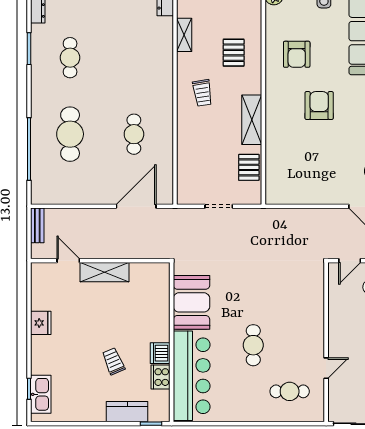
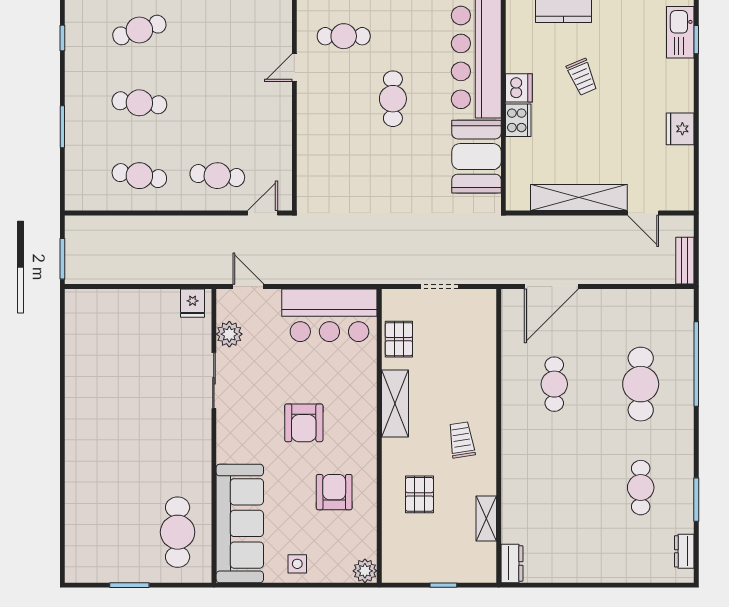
bar counter: (300, 185) -> (329, 315), added
shelving: (104, 272) -> (579, 198), width x1.47
cooker: (161, 377) -> (518, 120), moved

